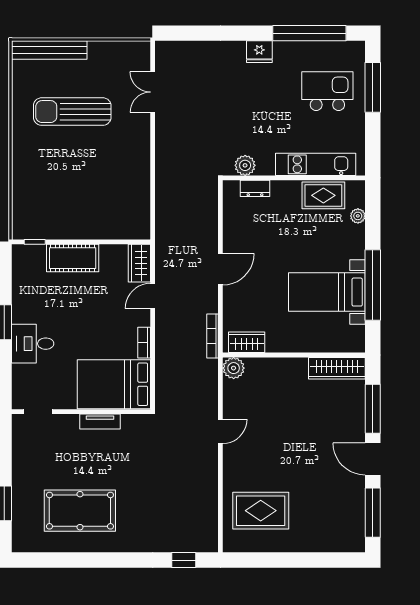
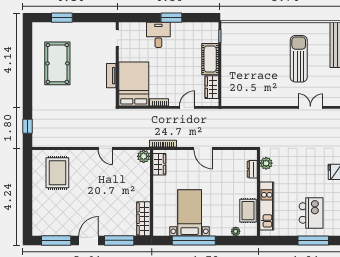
wardrobe: (139, 263) -> (212, 87), moved, turned -90
door: (153, 296) -> (187, 107), hinge flipped

